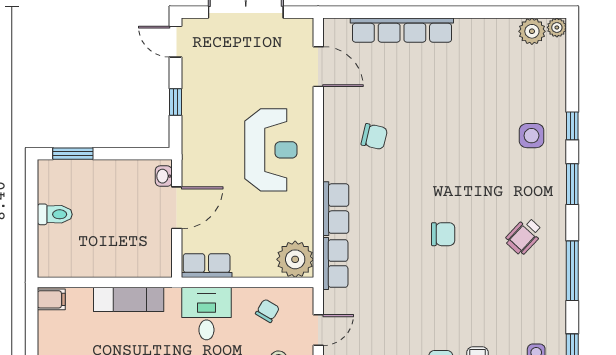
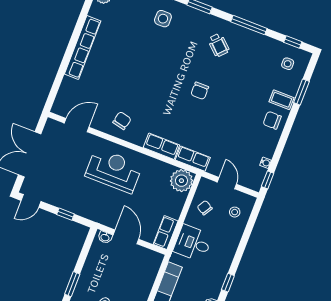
row of seats: (402, 30) -> (83, 48), moved
chair: (374, 137) -> (122, 121), moved
chair: (443, 234) -> (200, 91), turned 180

